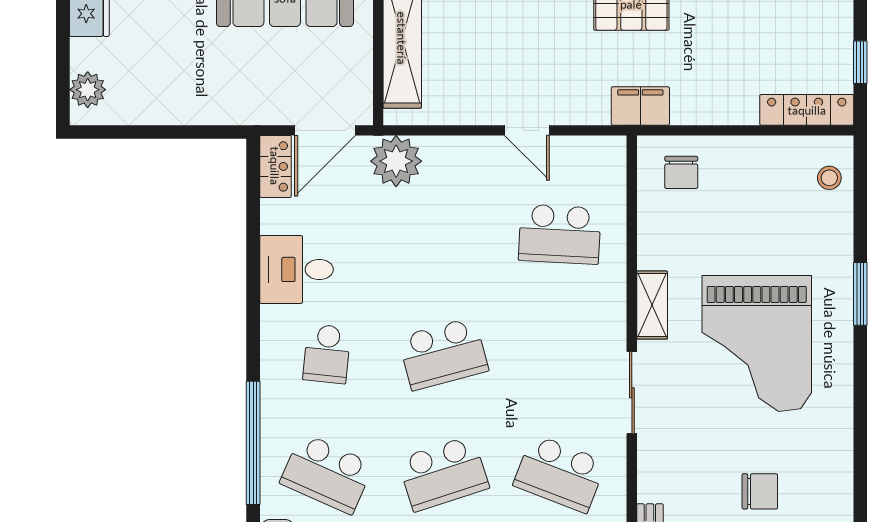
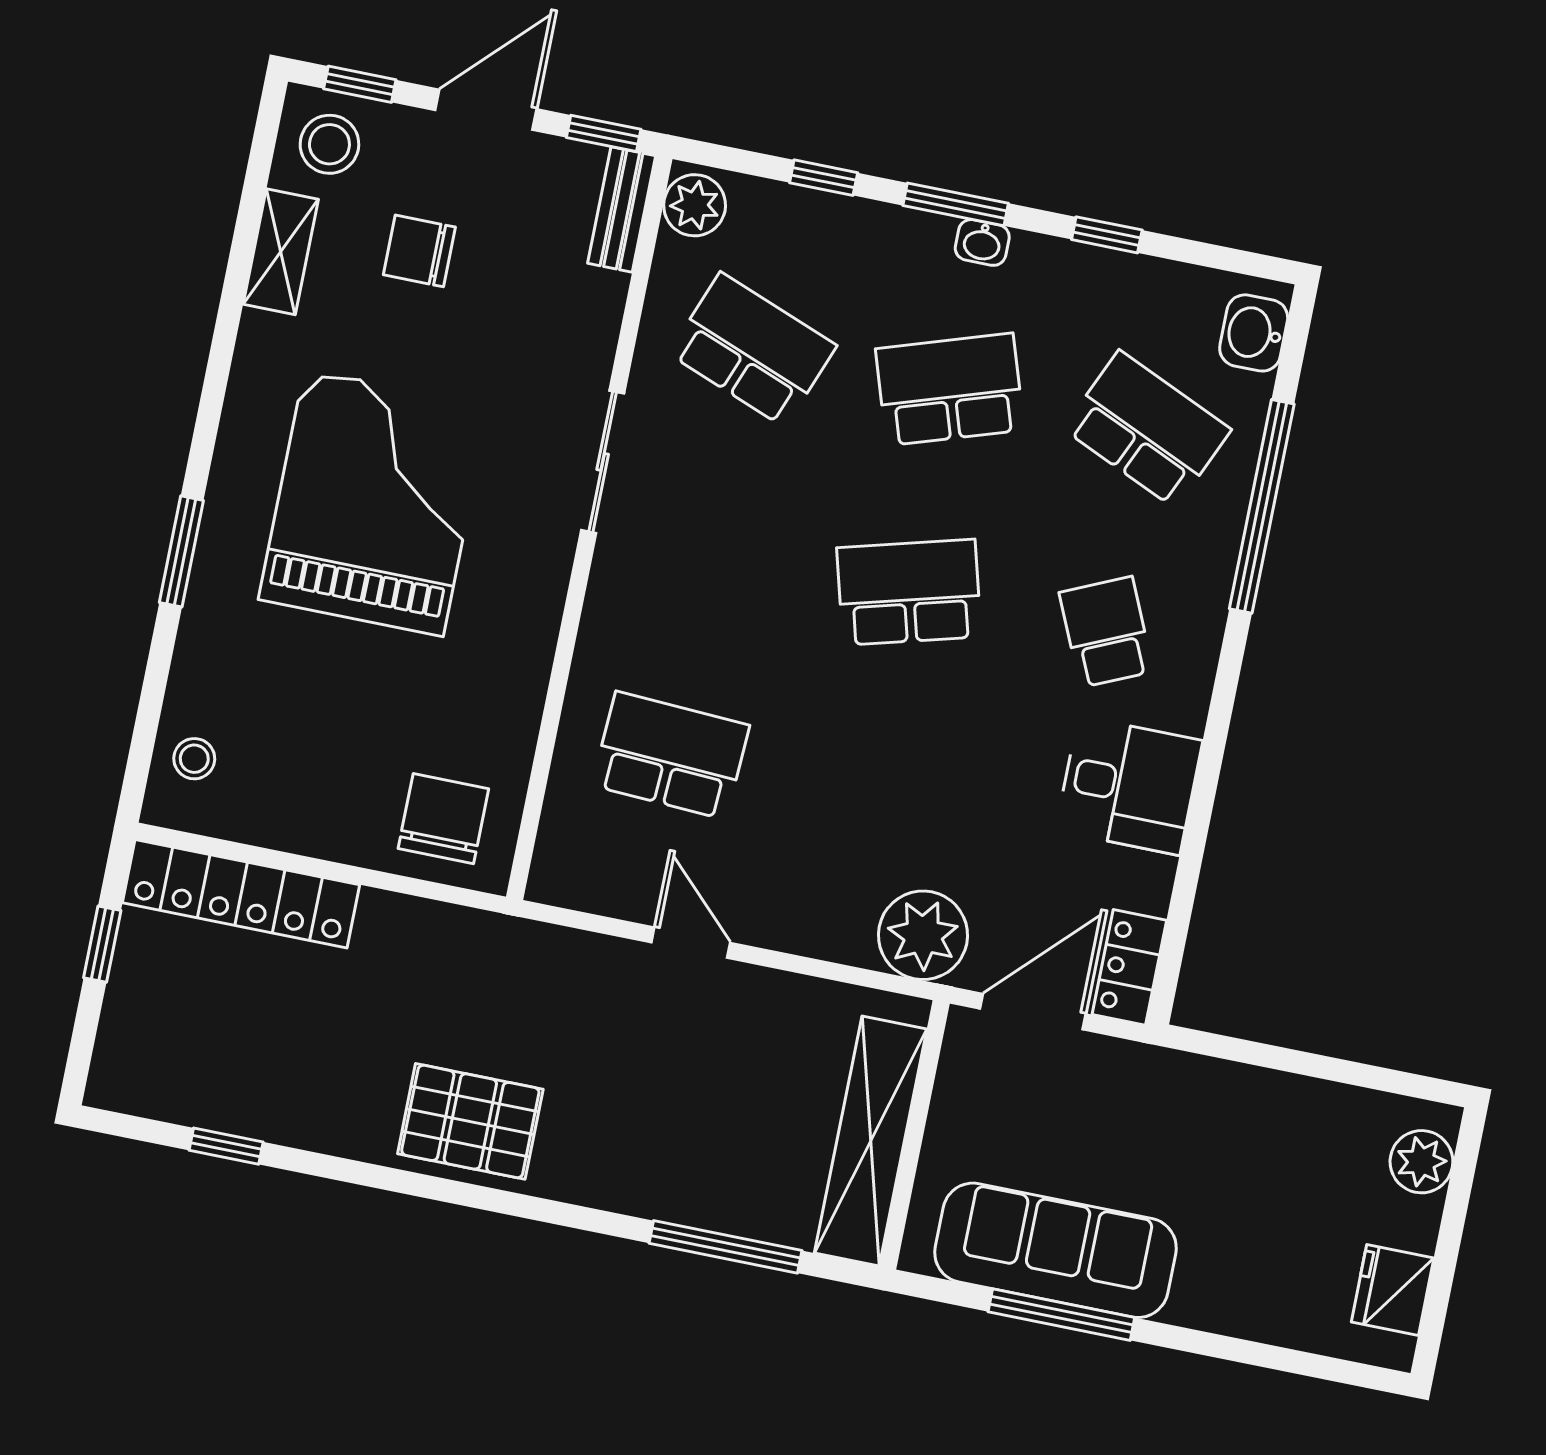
filing cabinet: (640, 106) -> (490, 945), removed
locker: (807, 110) -> (241, 894), width x1.41, depth x1.21
chair: (681, 172) -> (443, 819), width x1.37, depth x1.37
shelving: (652, 305) -> (281, 252), moved
school desk: (327, 354) -> (1106, 632), turned -30

